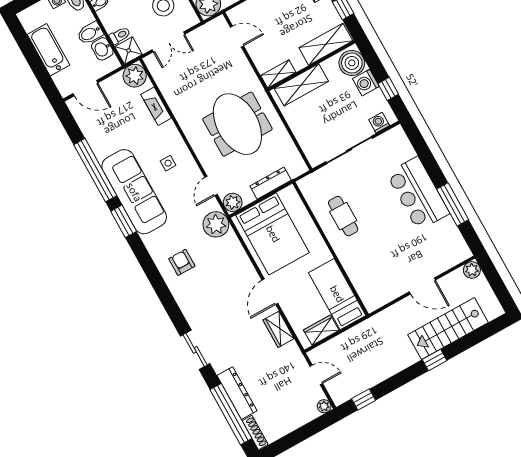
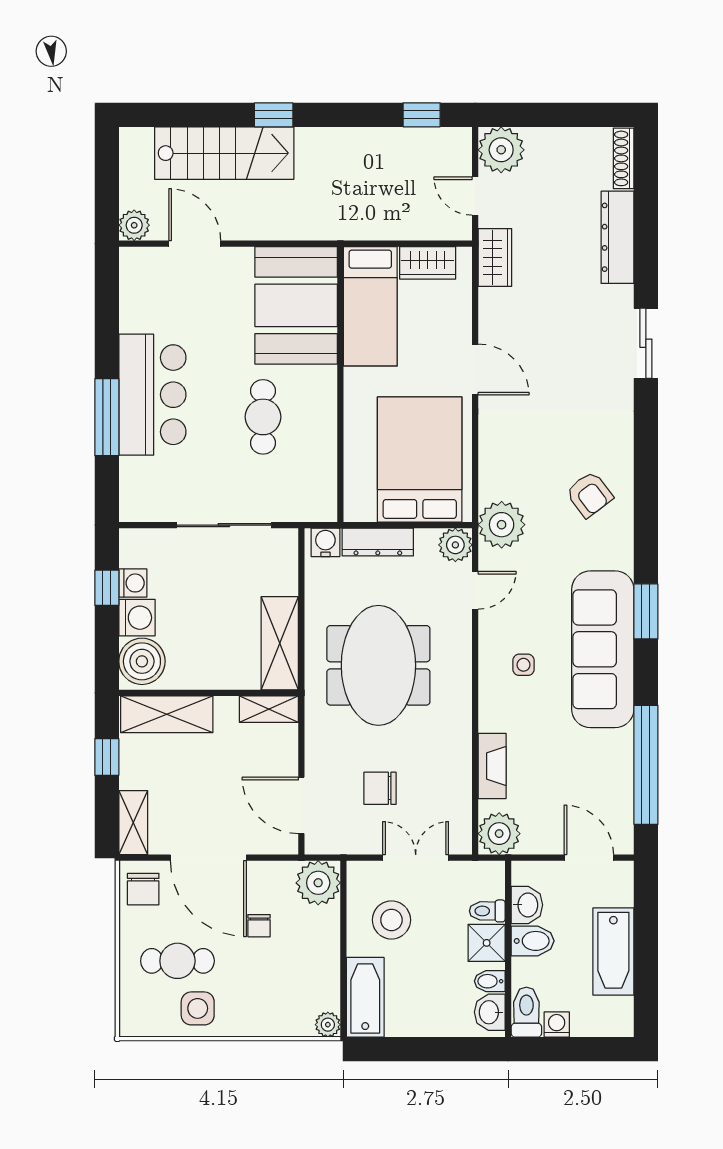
door: (237, 36) -> (301, 805), width x1.38
shower: (129, 51) -> (487, 943), moved
chair: (204, 66) -> (380, 788), added
shelving: (301, 85) -> (280, 643), moved, turned 90
washing machine: (379, 123) -> (133, 583), moved, turned -90
water cooler: (296, 169) -> (325, 542), added
window: (95, 170) -> (646, 765), moved
window: (453, 204) -> (107, 417), moved
cafe table: (343, 216) -> (263, 417), moved
armchair: (182, 262) -> (589, 494), turned -37
booth: (373, 275) -> (296, 305), added
door: (422, 286) -> (195, 244), moved
door: (270, 292) -> (475, 370), hinge flipped
wardrobe: (278, 329) -> (495, 258), moved
plant: (324, 406) -> (501, 150), width x1.88, depth x1.88
window: (231, 414) -> (646, 209), removed

